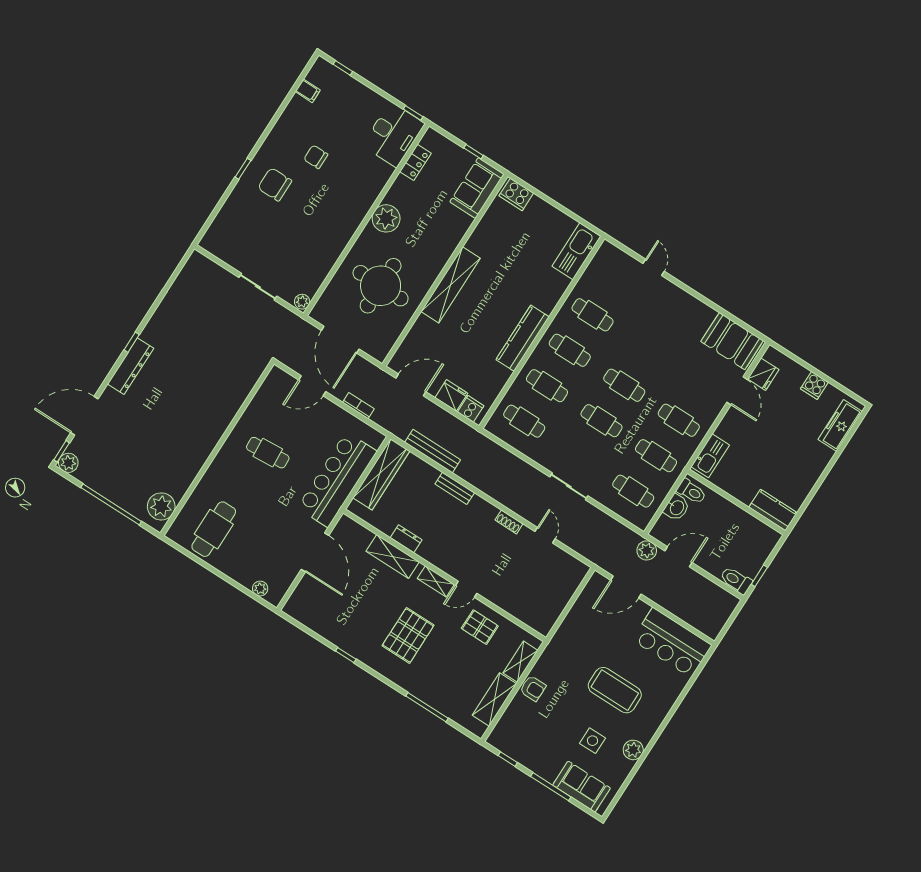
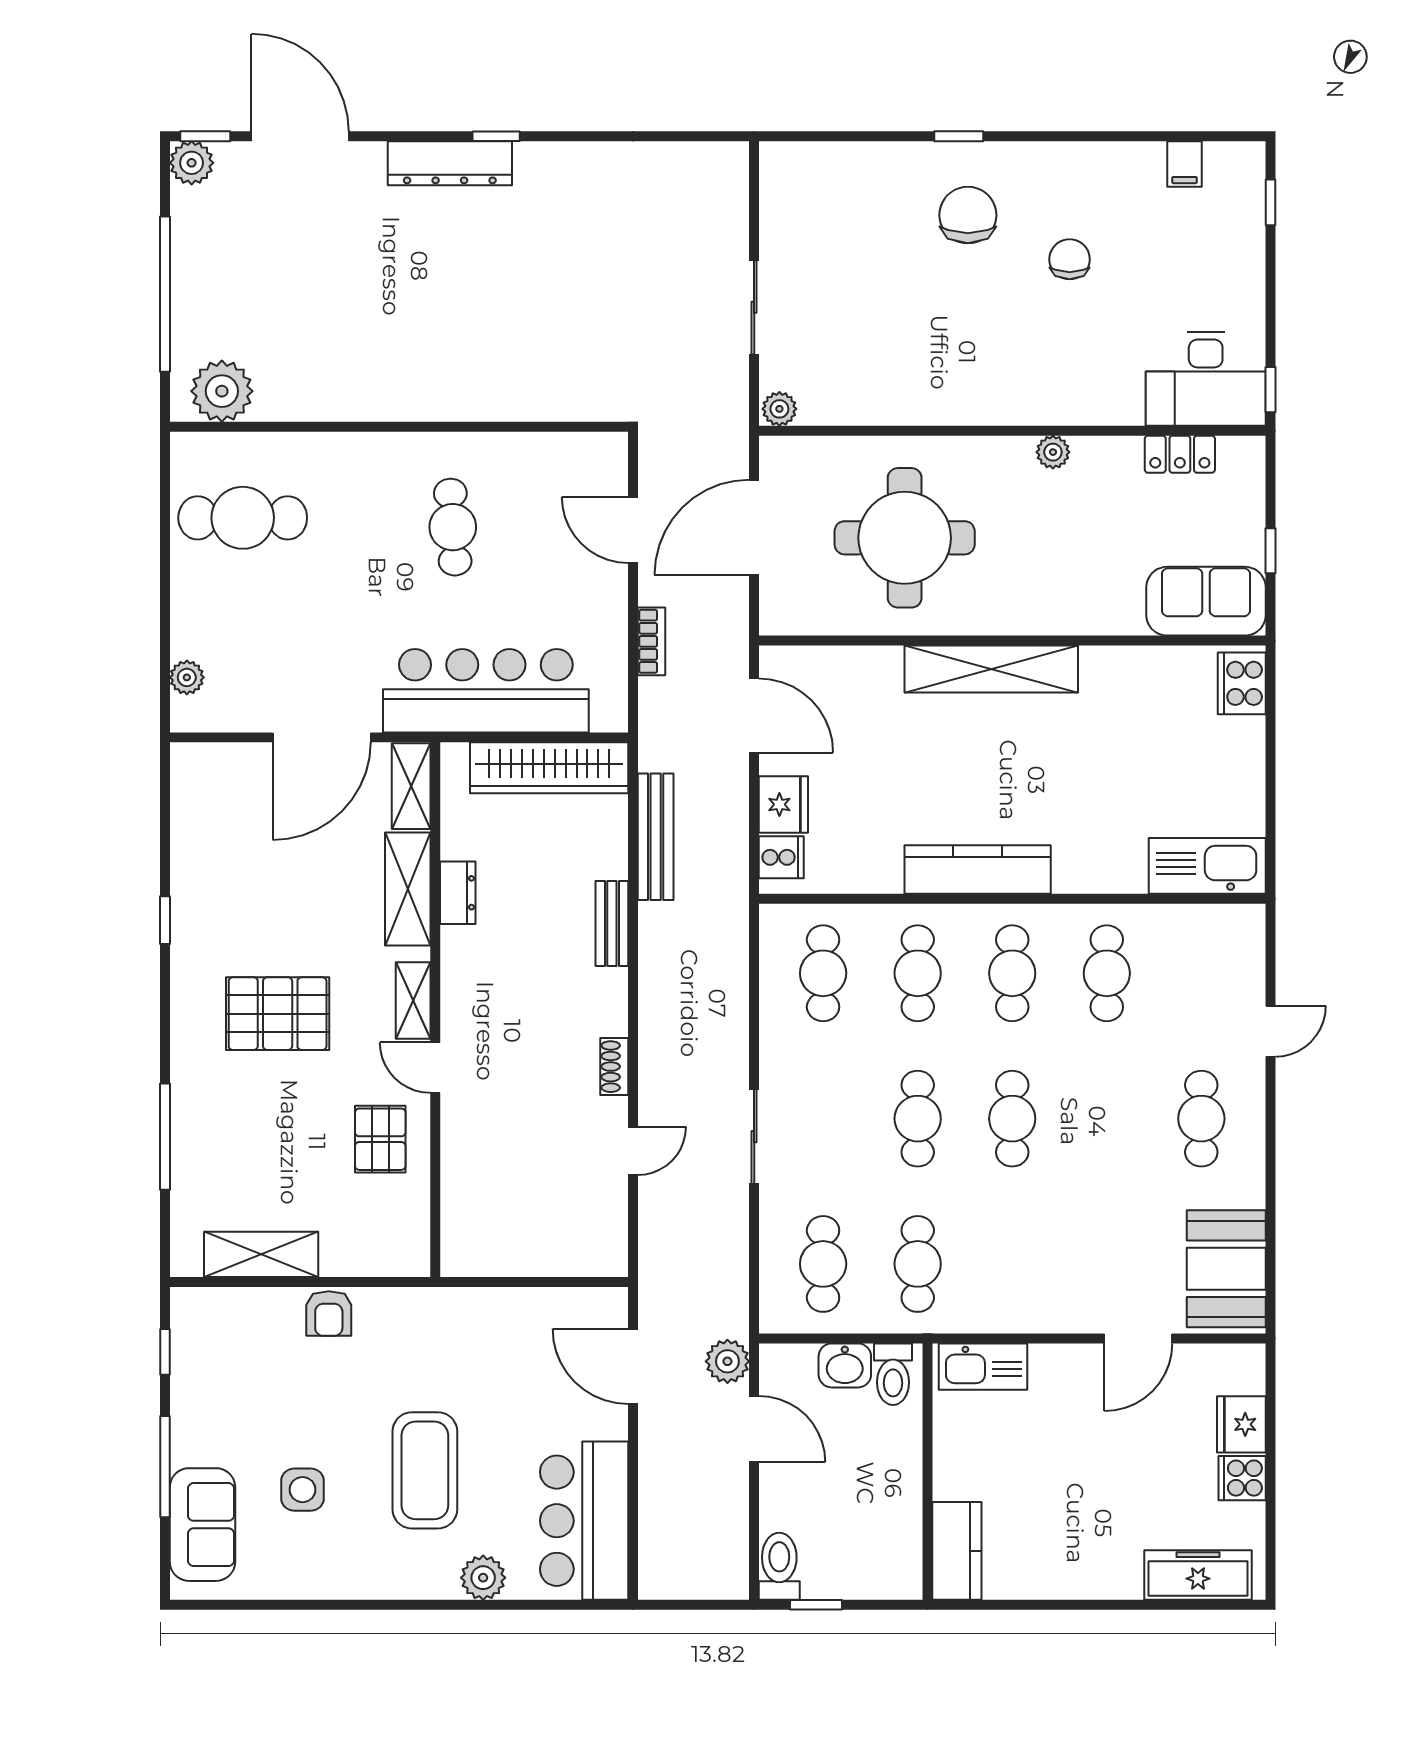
plant: (386, 218) -> (1053, 452), width x0.53, depth x0.53
fridge: (763, 374) -> (1241, 1424), moved, turned 90
cafe table: (679, 420) -> (1201, 1119), moved
shelving: (520, 662) -> (411, 786), moved, turned 90
plant: (633, 750) -> (483, 1578), moved

